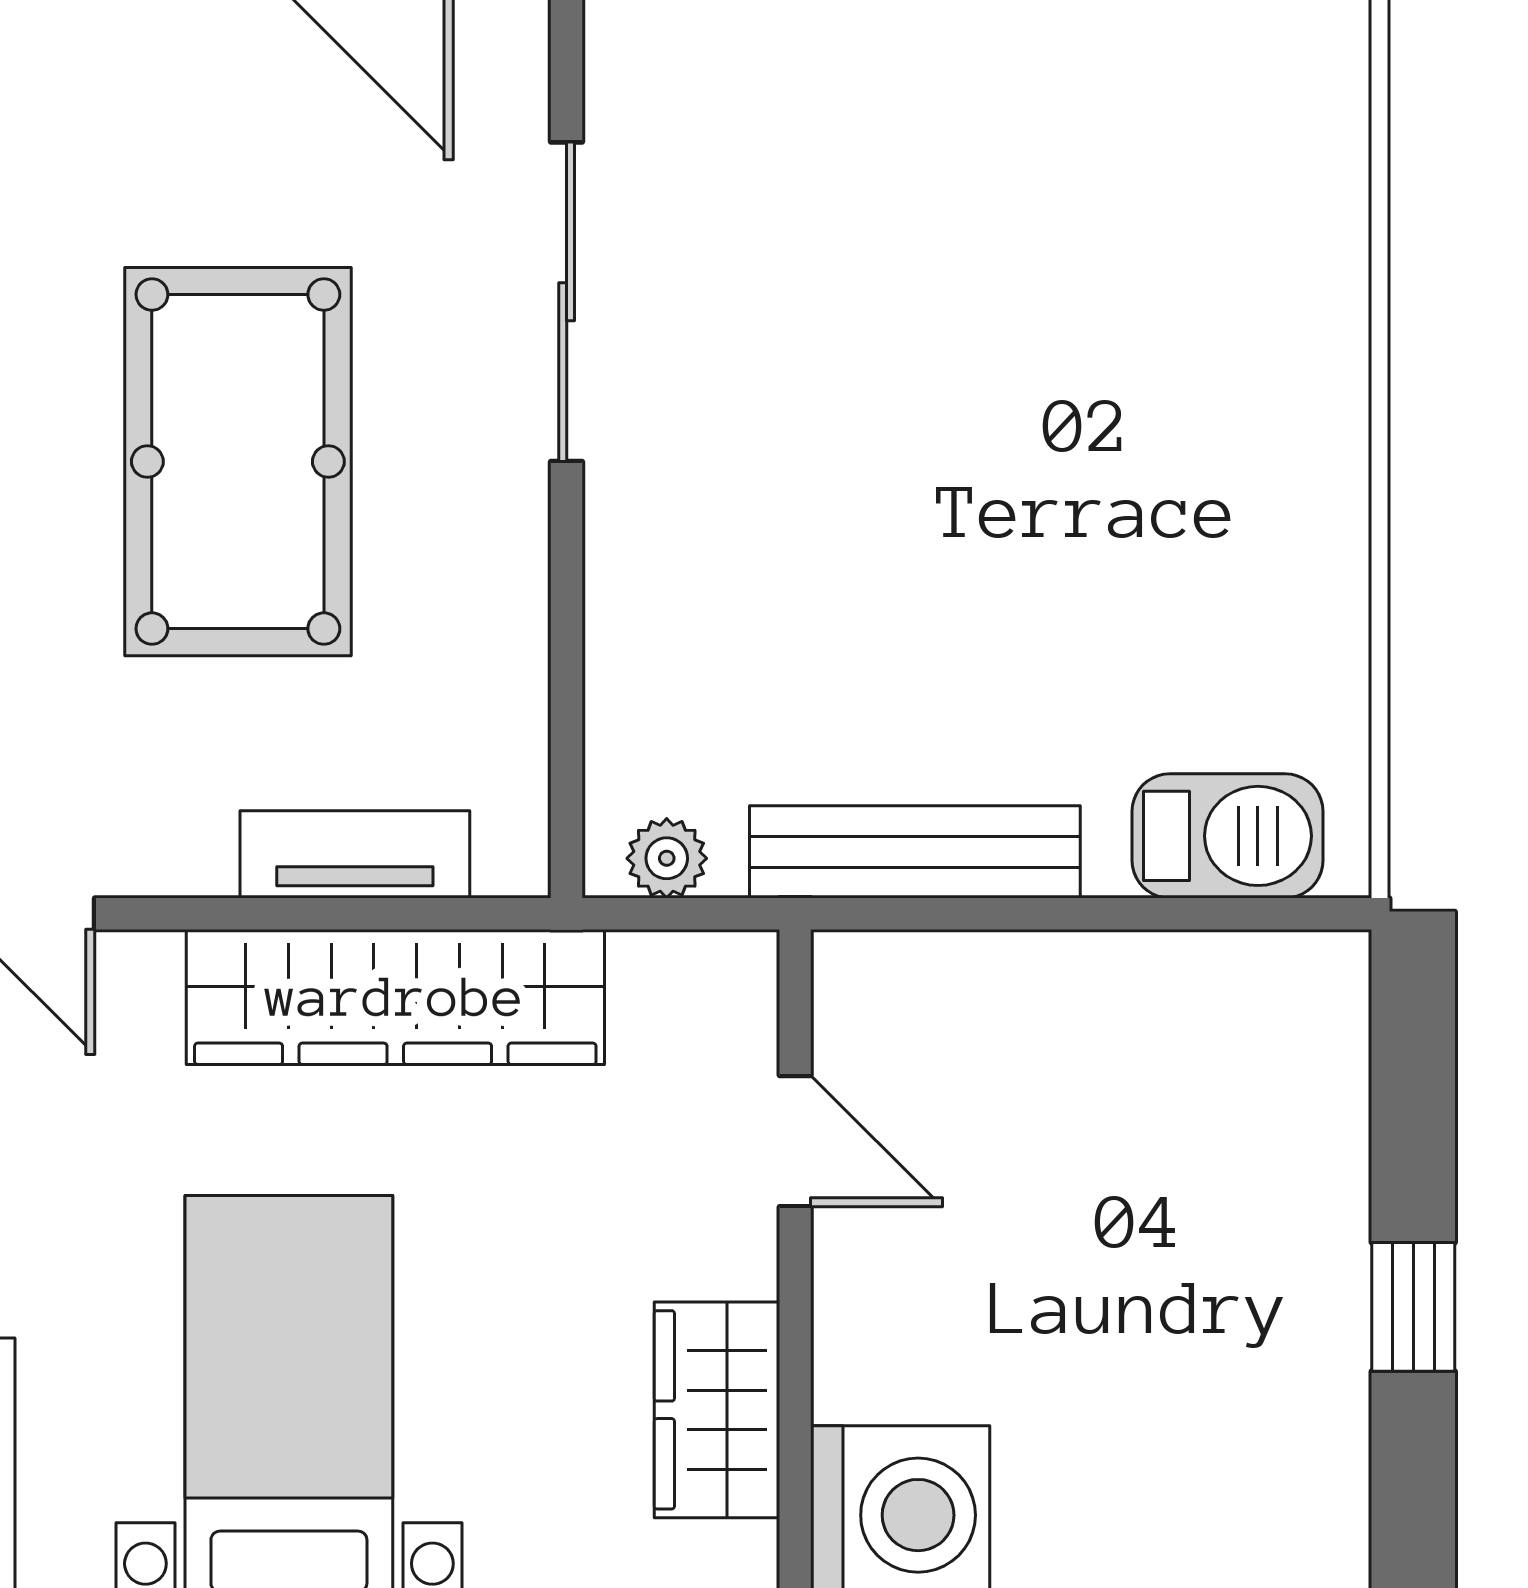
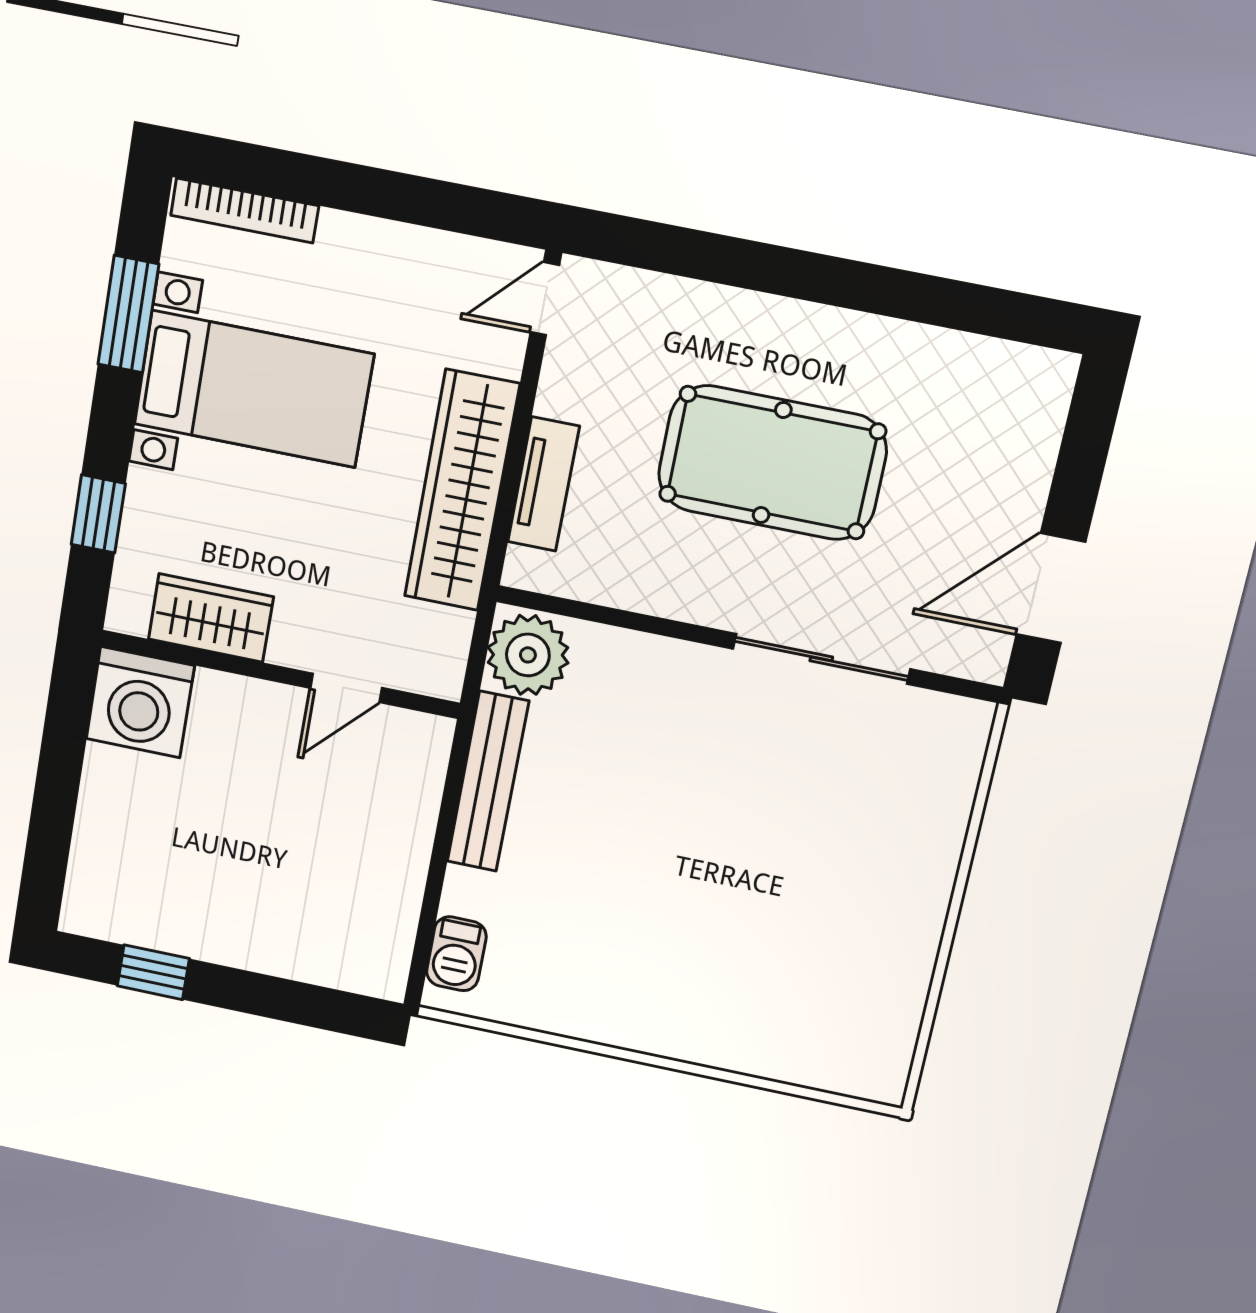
barbecue: (1227, 836) -> (456, 954), width x0.73, depth x0.79
plant: (667, 858) -> (528, 655), width x1.88, depth x1.88
window: (1413, 1307) -> (153, 972), moved

